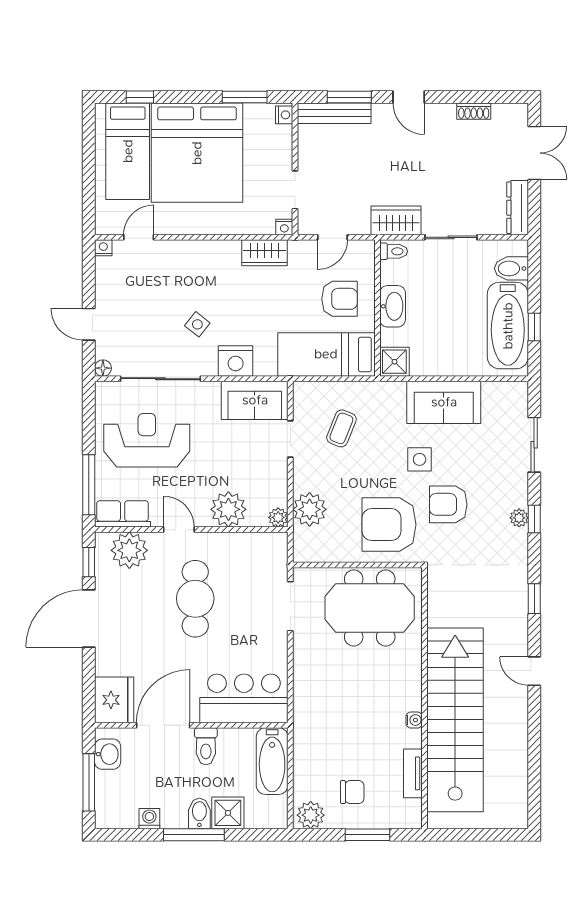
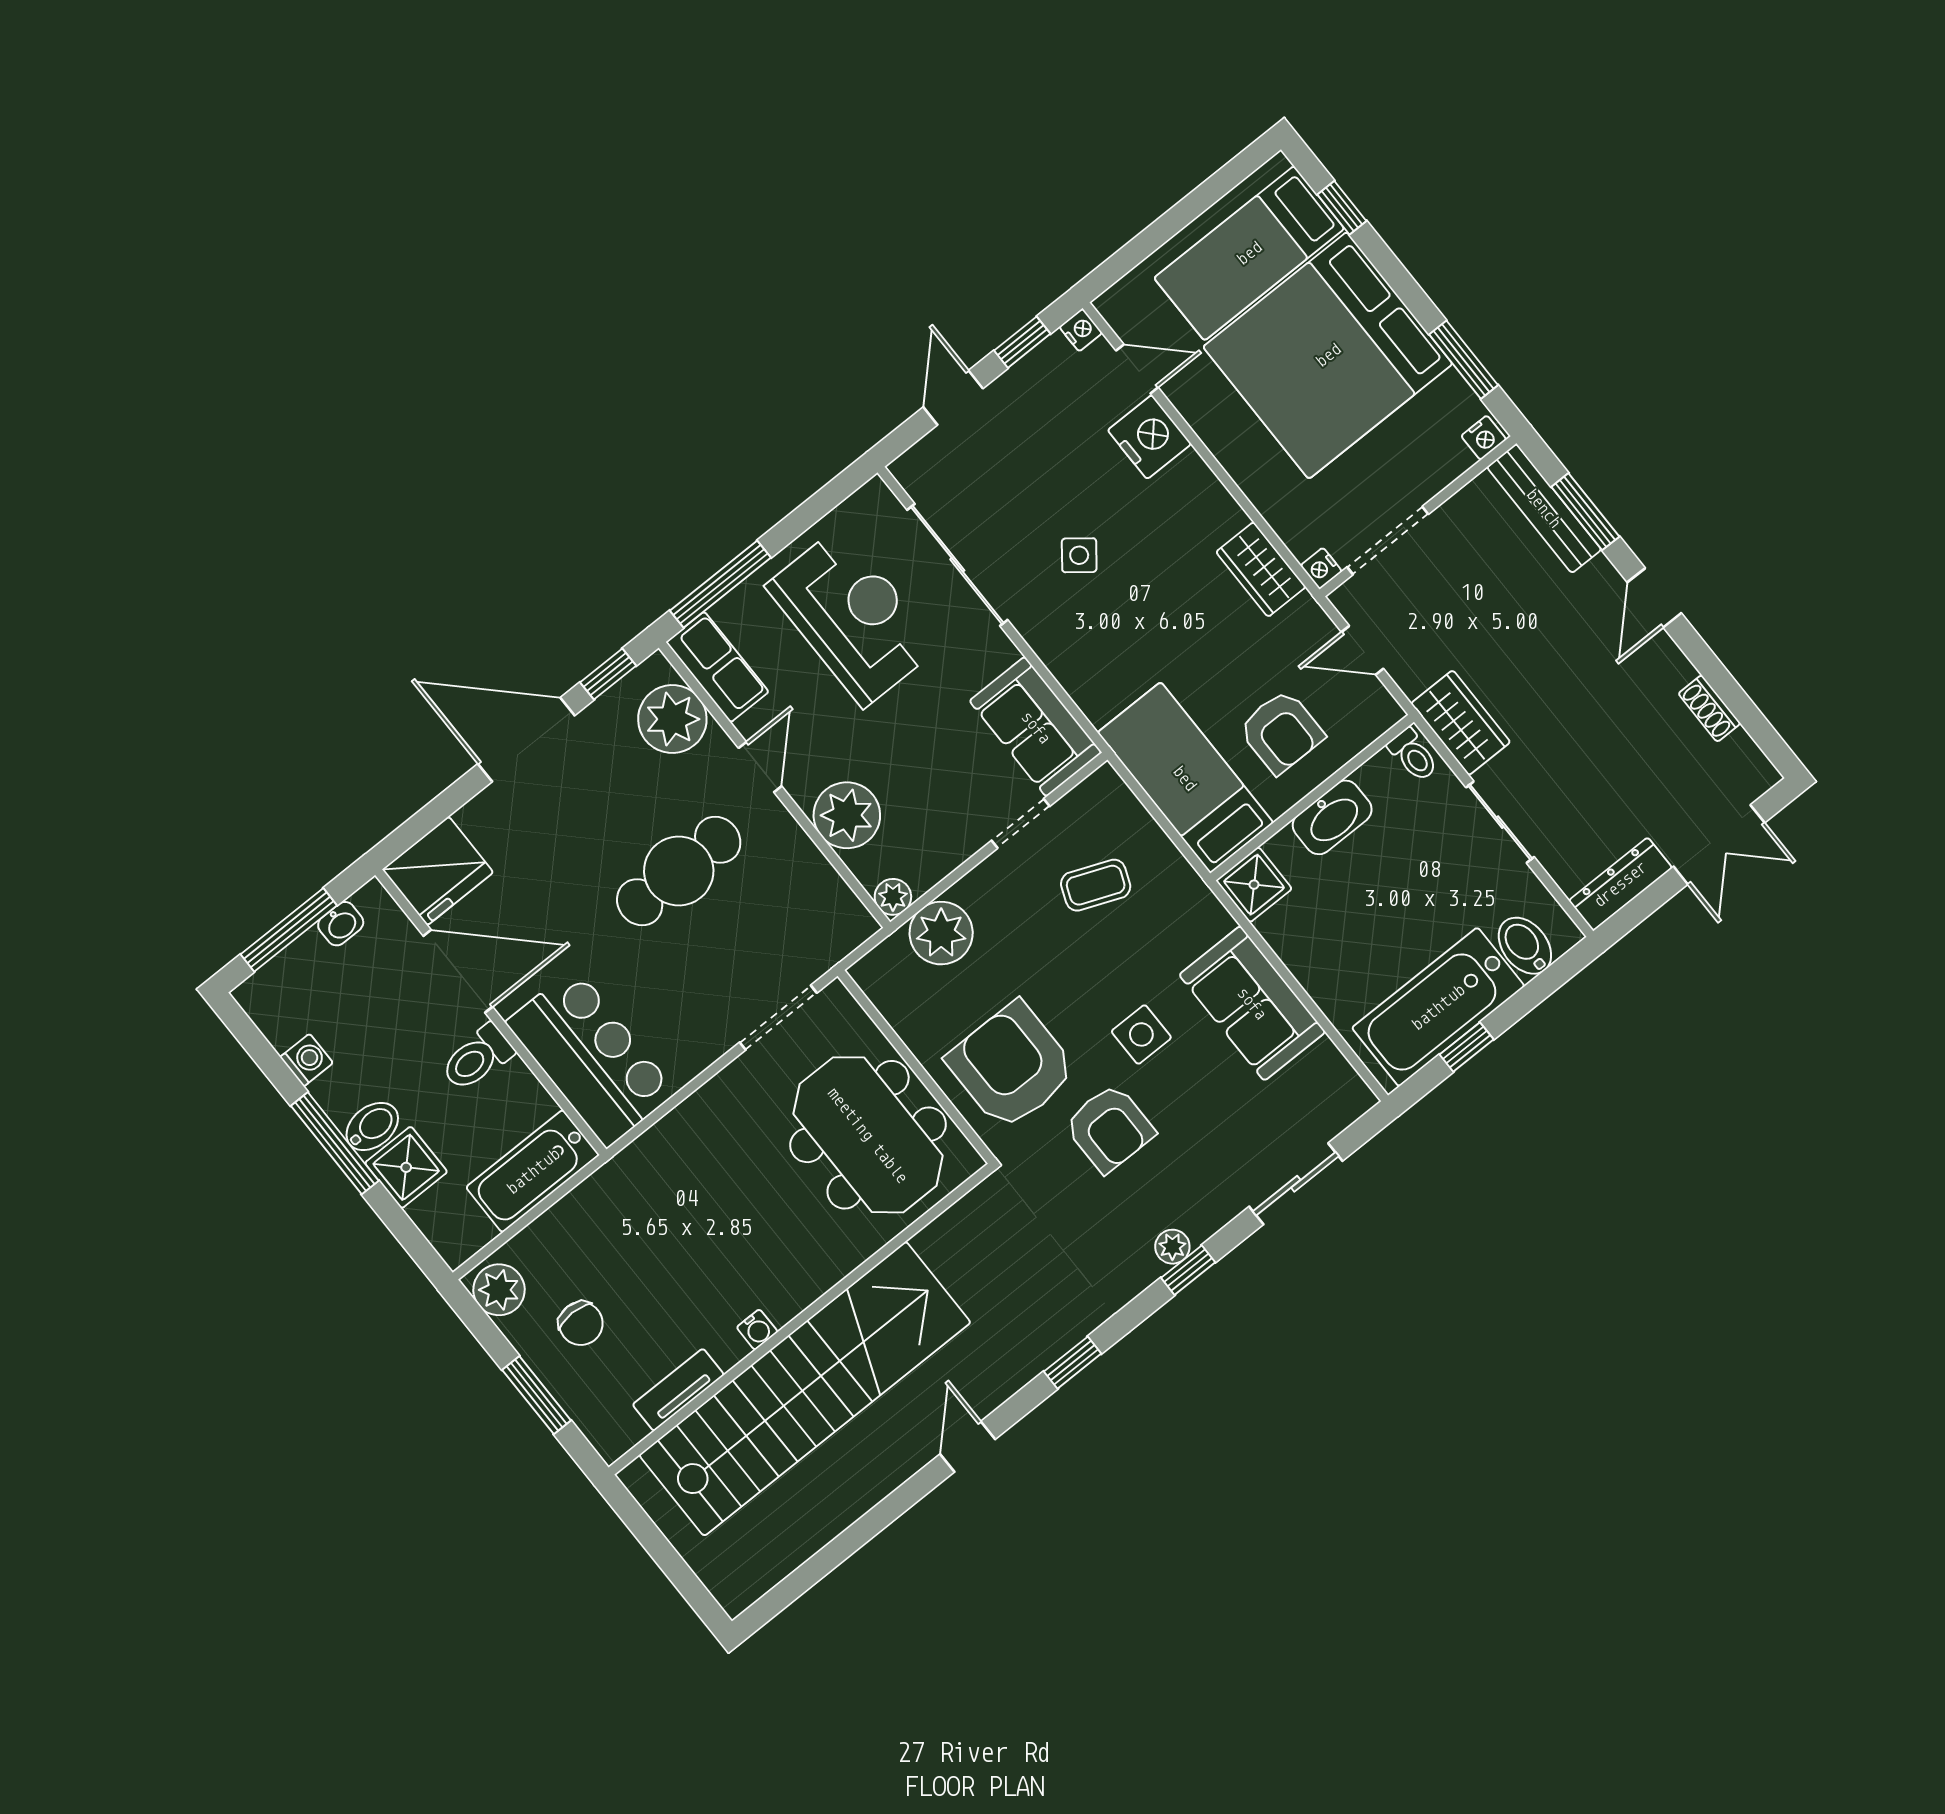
doorway: (295, 190) -> (1388, 541), width x1.38
window: (89, 277) -> (1022, 342), added
nightstand: (236, 361) -> (1149, 437), moved, turned 180
floor lamp: (103, 368) -> (906, 469), removed
armchair: (448, 504) -> (1110, 1128), turned 180
washbasin: (108, 754) -> (341, 924), width x0.72, depth x0.69

